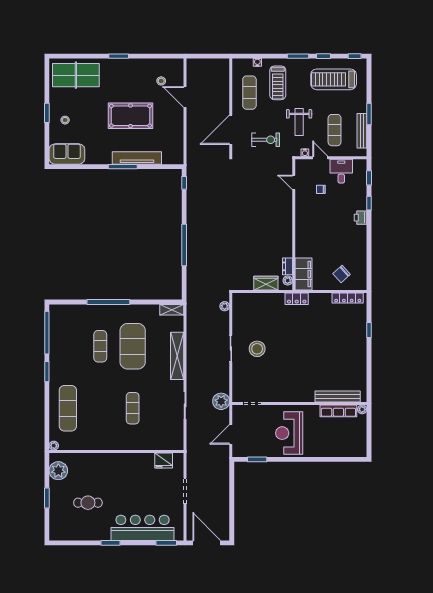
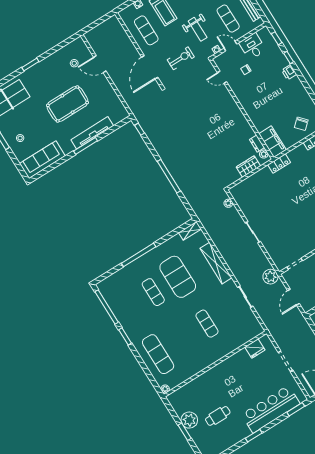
sofa: (67, 154) -> (42, 160), width x1.36
stool: (257, 349) -> (273, 220), removed
plant: (58, 471) -> (189, 420), moved

